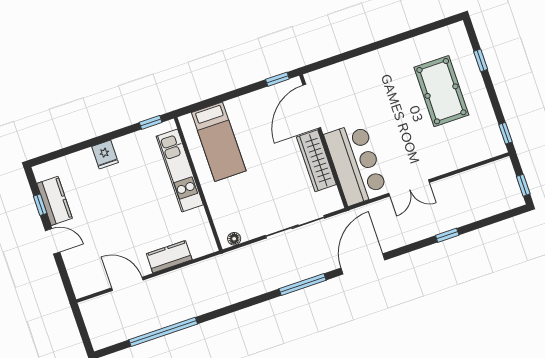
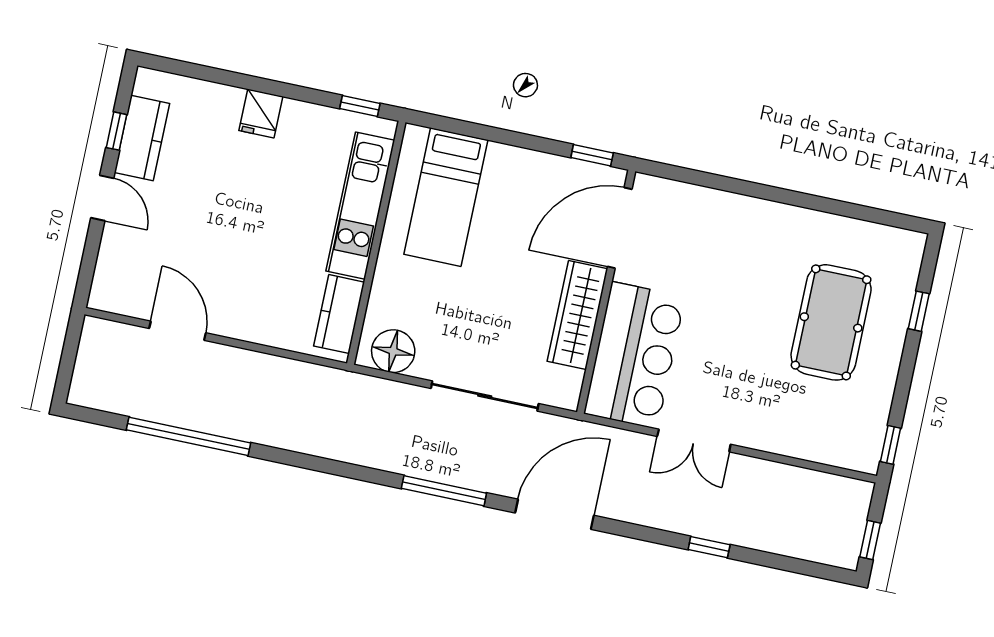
floor lamp: (234, 239) -> (393, 351), width x1.89, depth x1.89
kitchen counter: (169, 257) -> (339, 314), moved, turned -90

